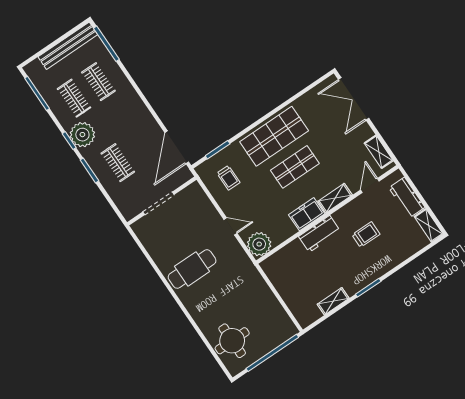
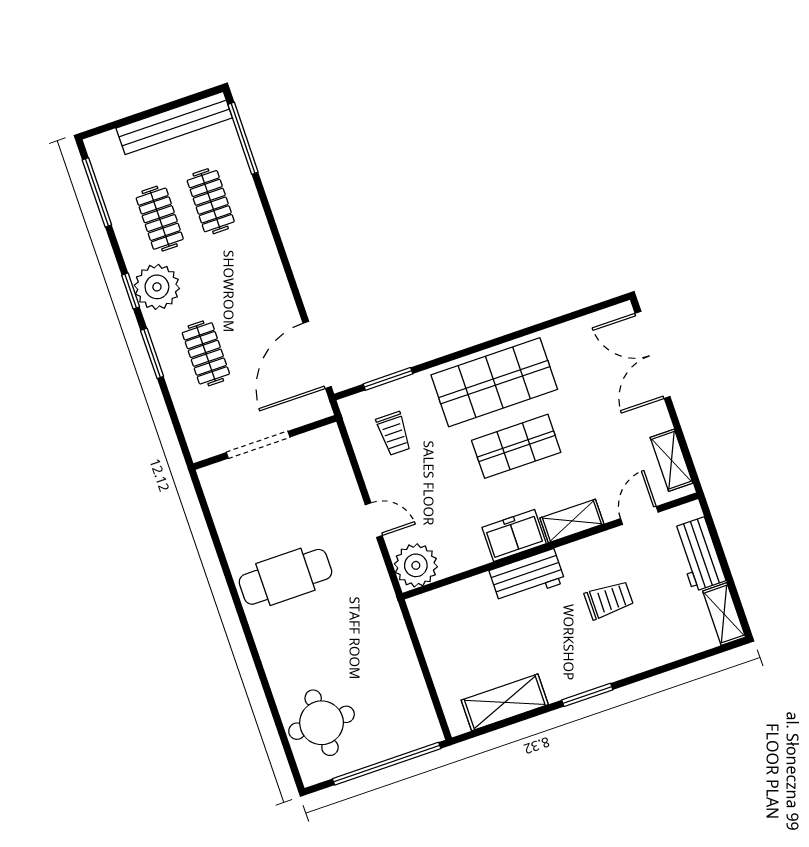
shelving: (333, 301) -> (505, 702), width x1.50, depth x1.33

